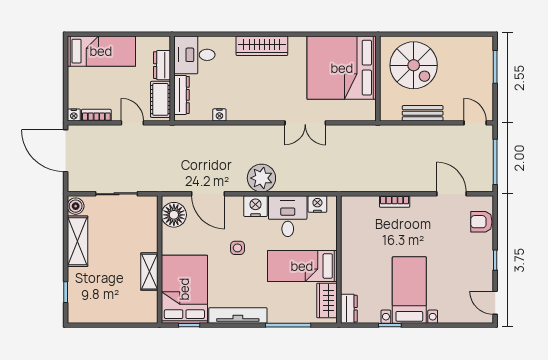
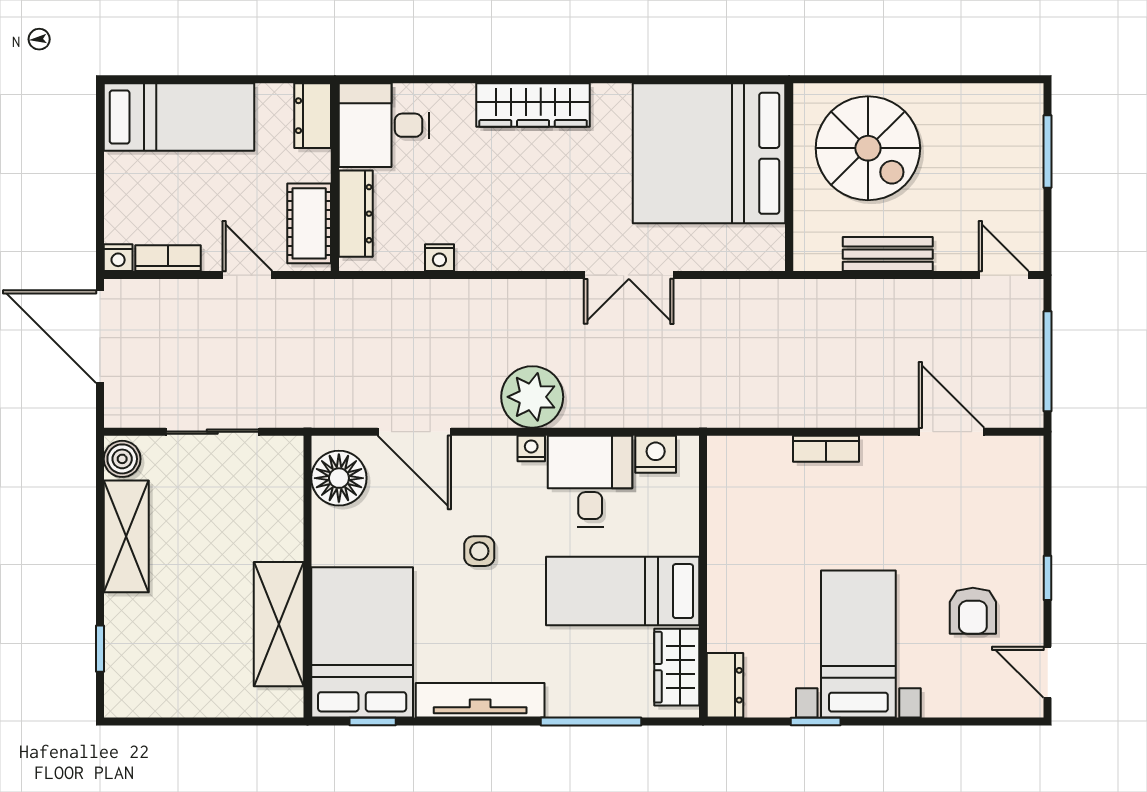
dresser: (162, 65) -> (313, 116), moved
nightstand: (255, 206) -> (531, 449), width x0.53, depth x0.56
armchair: (481, 222) -> (973, 611), moved, turned -90
shelving: (149, 272) -> (279, 624), width x1.50, depth x1.33

